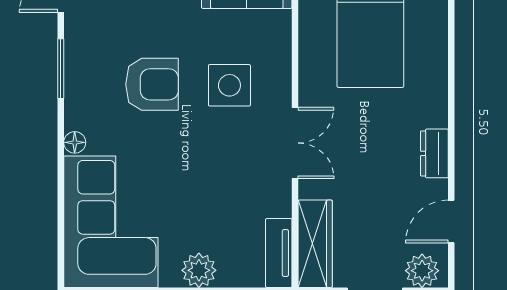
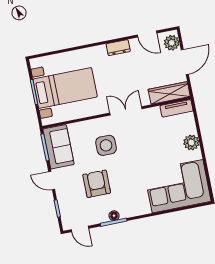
armchair: (152, 84) -> (97, 184), moved
floor lamp: (75, 142) -> (114, 216), moved

